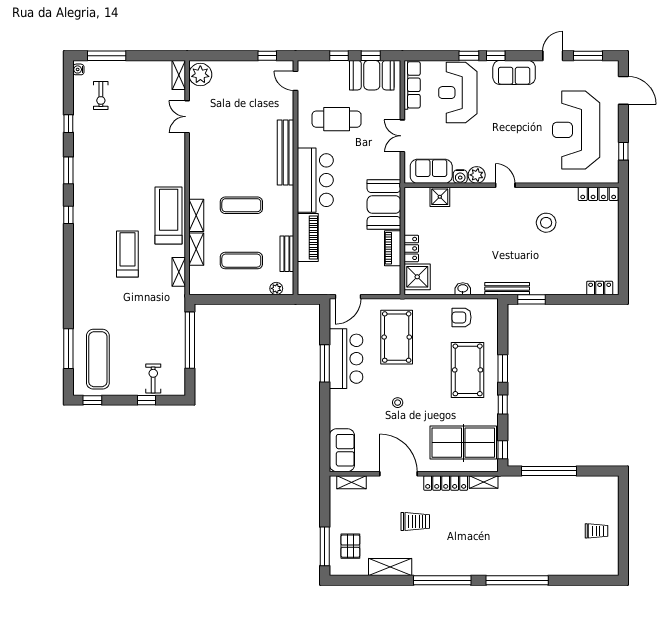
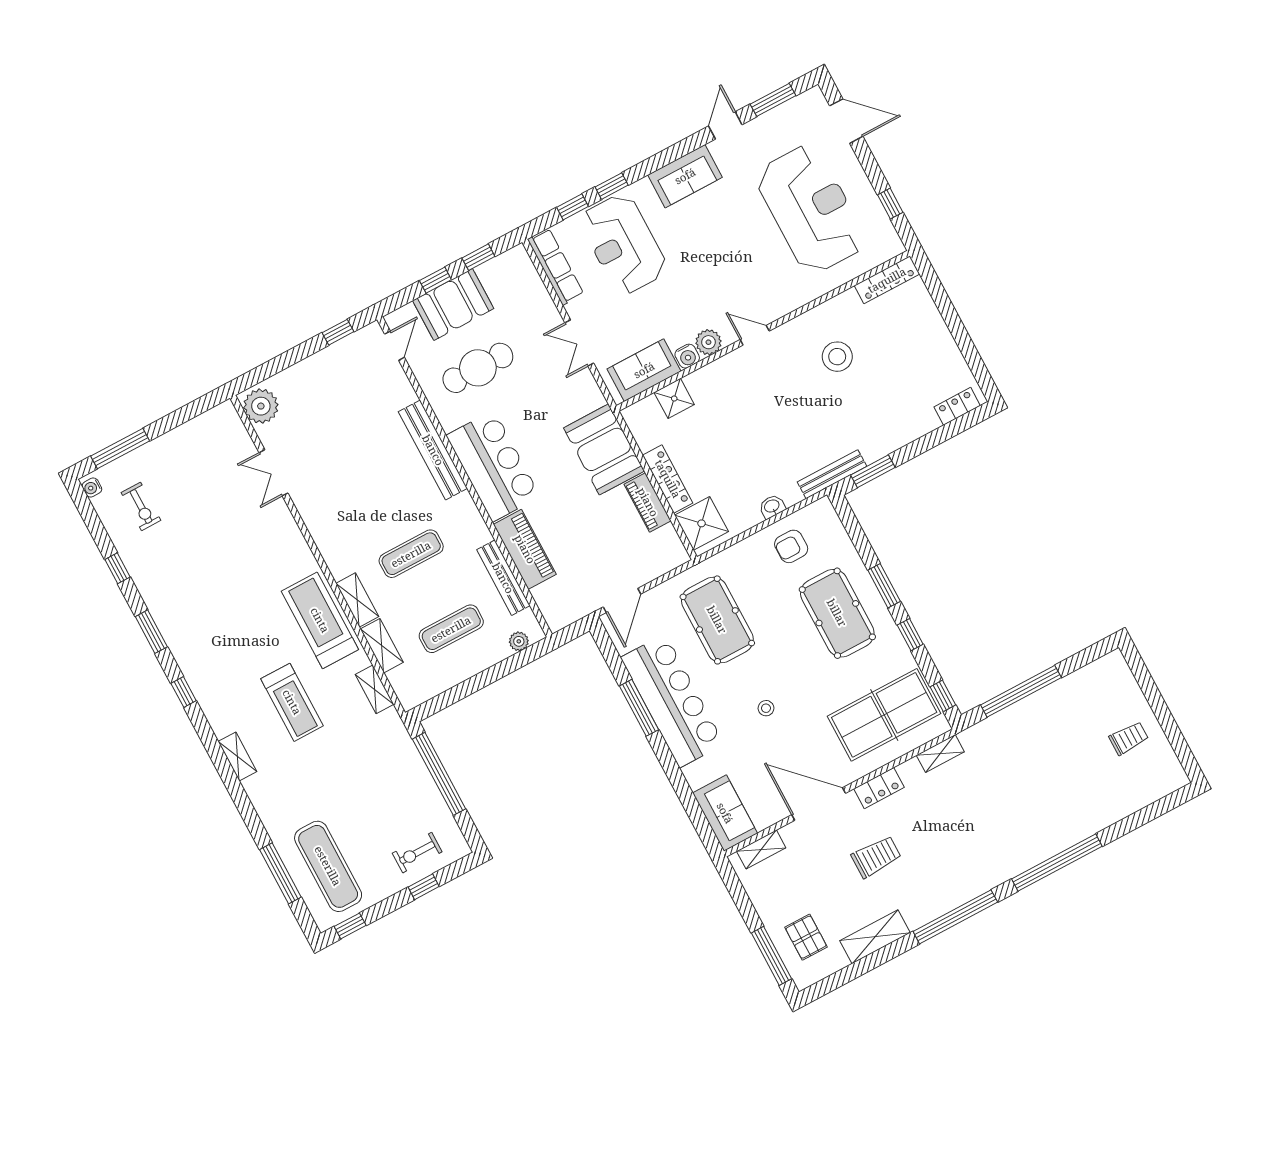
window: (496, 56) -> (572, 207), moved
shelving: (179, 75) -> (237, 756), moved
booth: (372, 75) -> (453, 305), moved
door: (296, 81) -> (395, 346), swing flipped
reception desk: (576, 130) -> (811, 209), turned 180
locker: (411, 248) -> (668, 479), width x1.53
treadmill: (127, 254) -> (292, 702), turned 180
bench: (287, 254) -> (503, 578), width x1.36
bar counter: (346, 359) -> (672, 701), width x1.36
exercise bike: (153, 379) -> (417, 853), turned -90
locker: (446, 483) -> (879, 788), width x0.66

